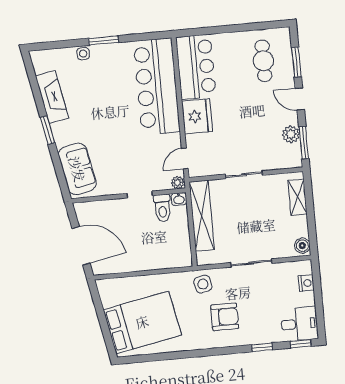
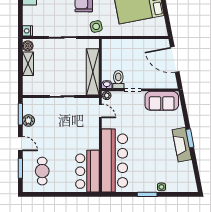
fireplace: (52, 97) -> (182, 145), moved
fridge: (197, 116) -> (90, 138), removed
door: (185, 159) -> (100, 111), hinge flipped
sofa: (77, 169) -> (162, 101), moved, turned -79
shelving: (298, 197) -> (28, 64), moved
nightstand: (306, 283) -> (27, 31), moved

